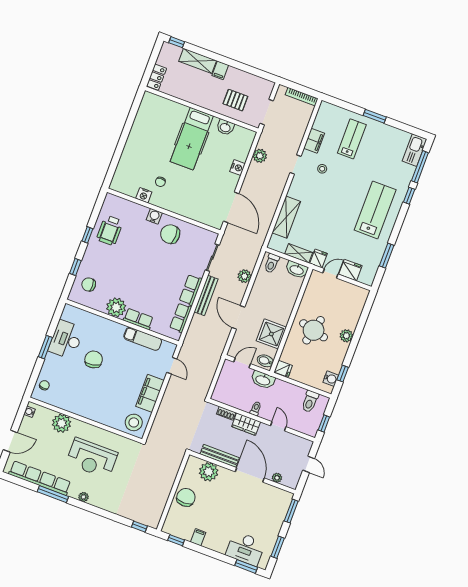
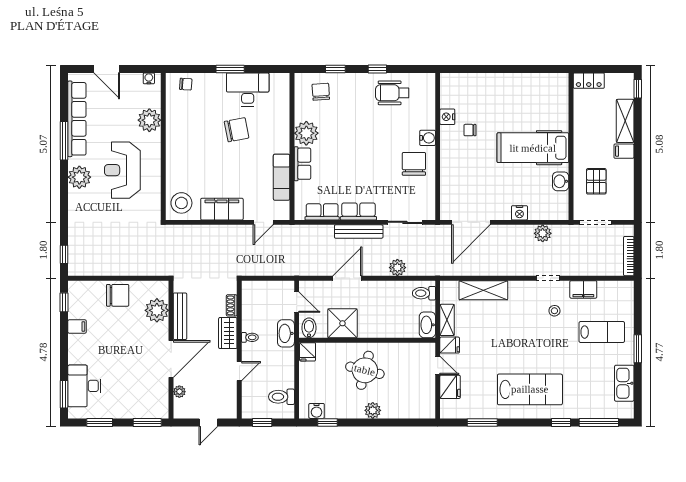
kitchen sink: (414, 150) -> (624, 383), moved, turned -90
plant: (84, 497) -> (79, 177), width x1.88, depth x1.88

